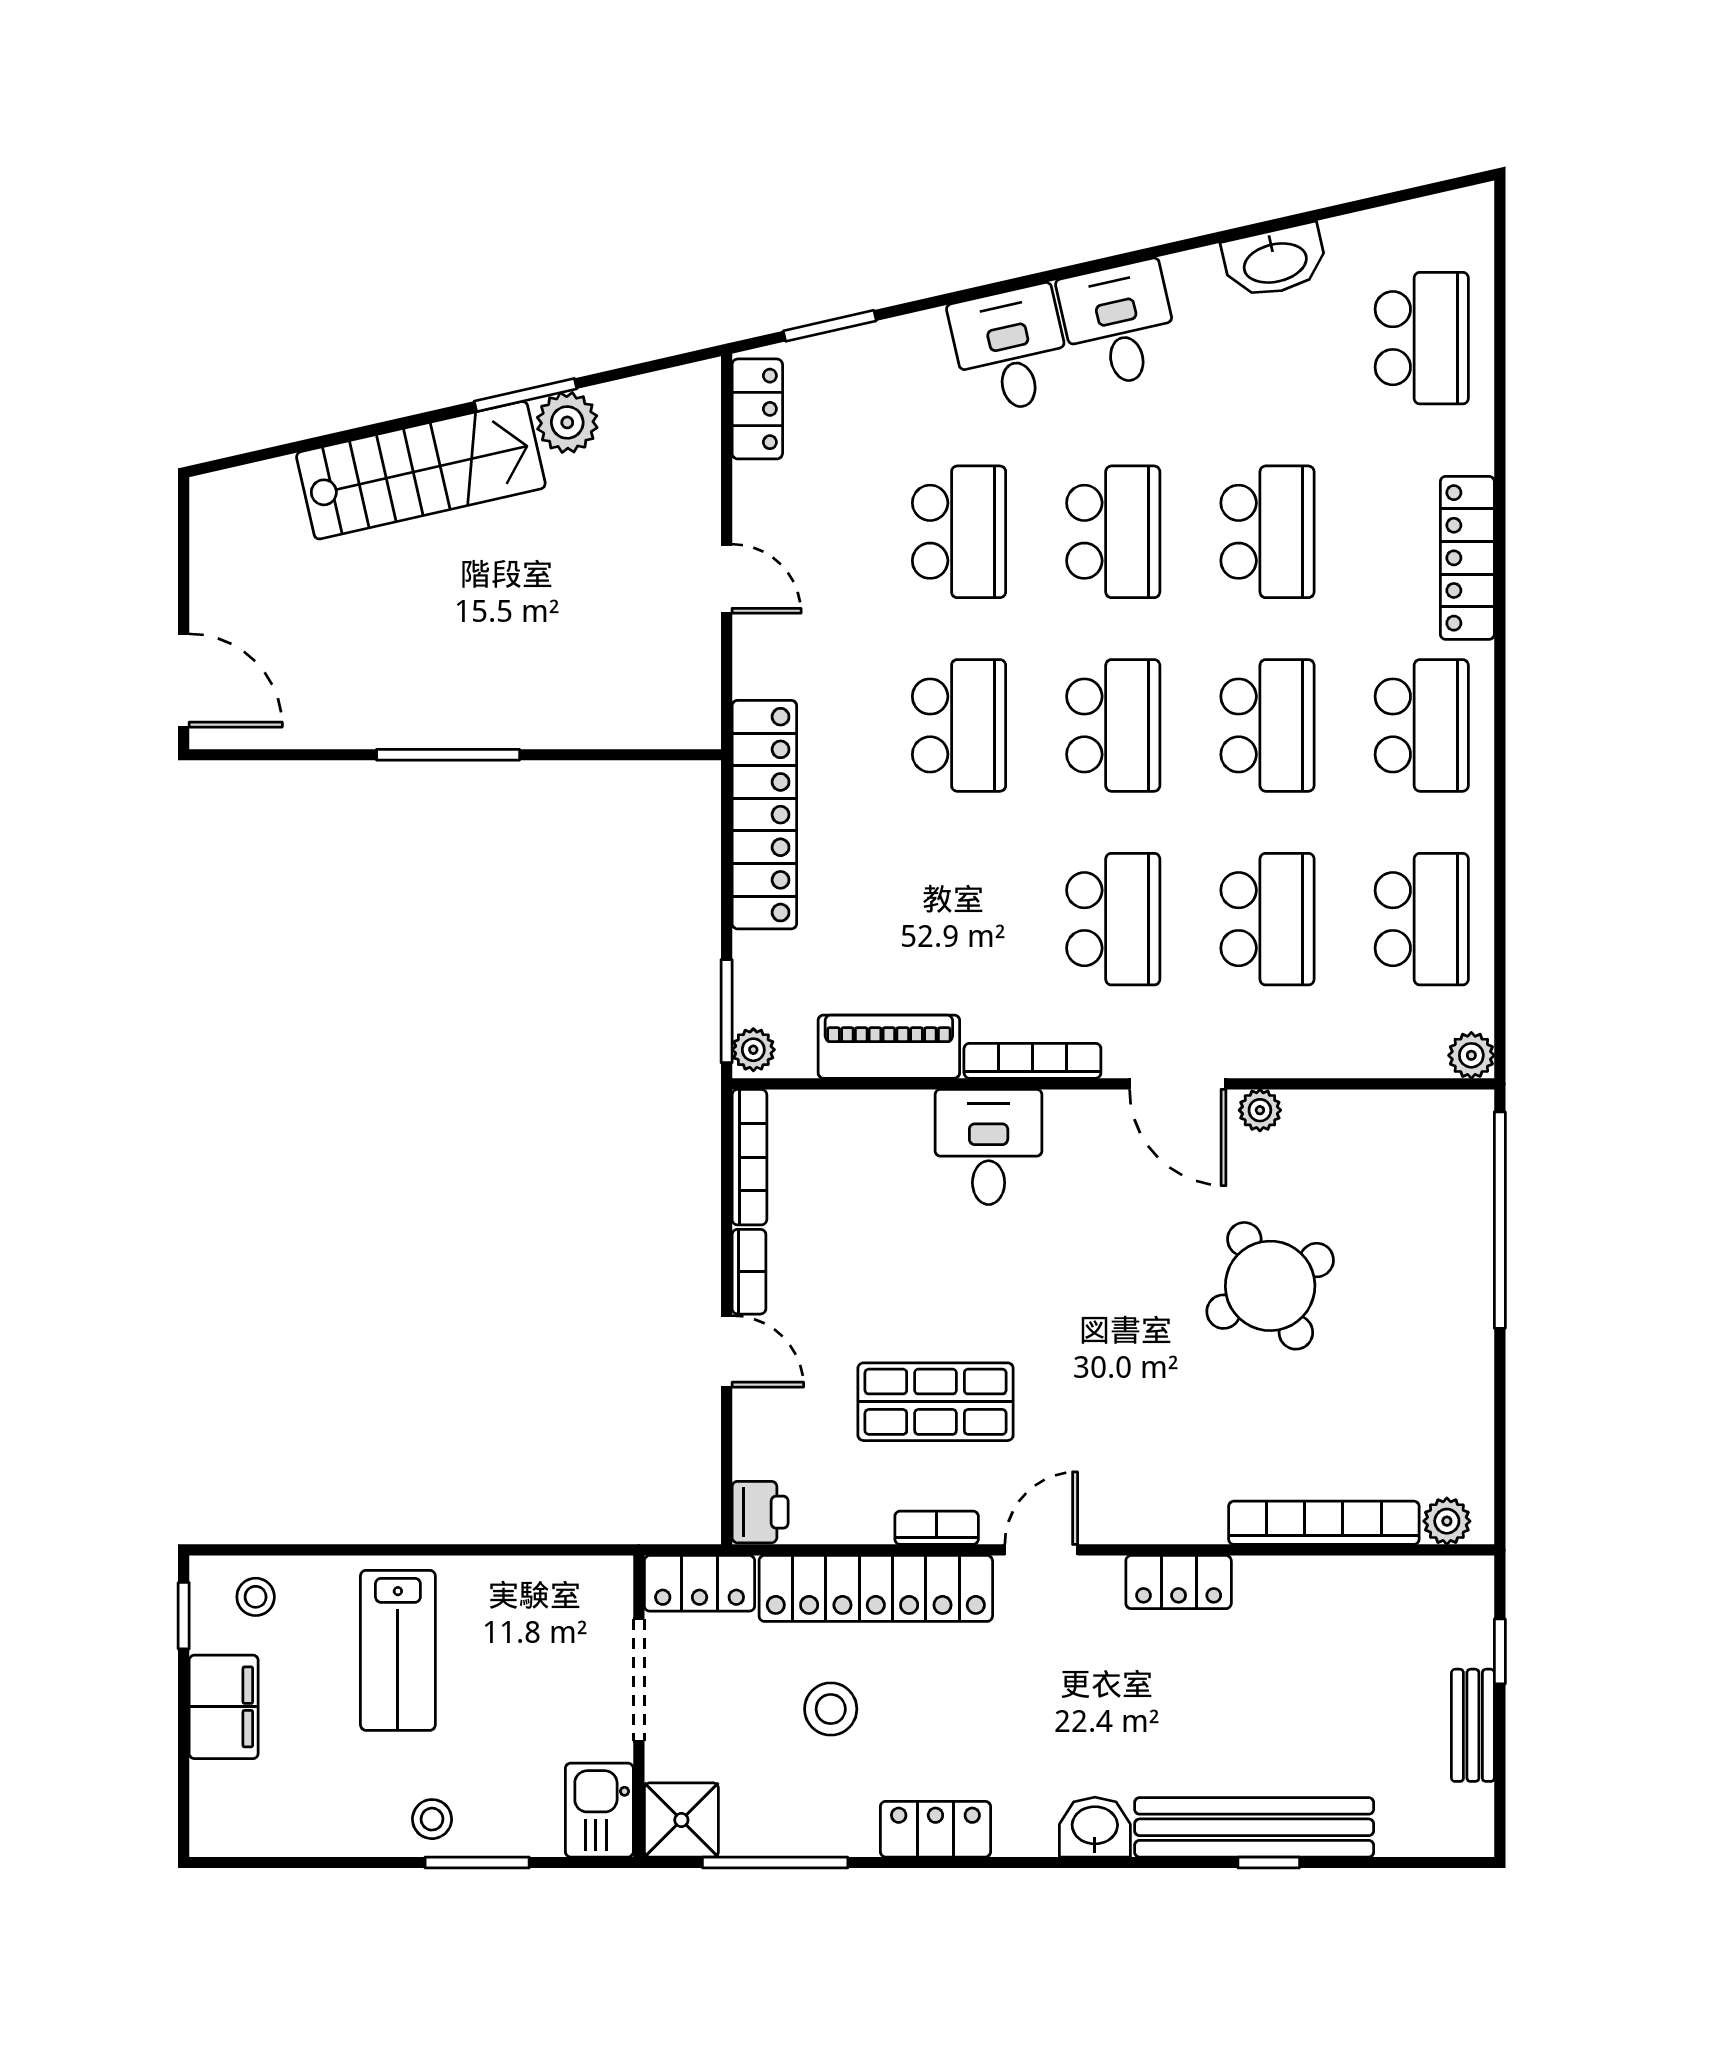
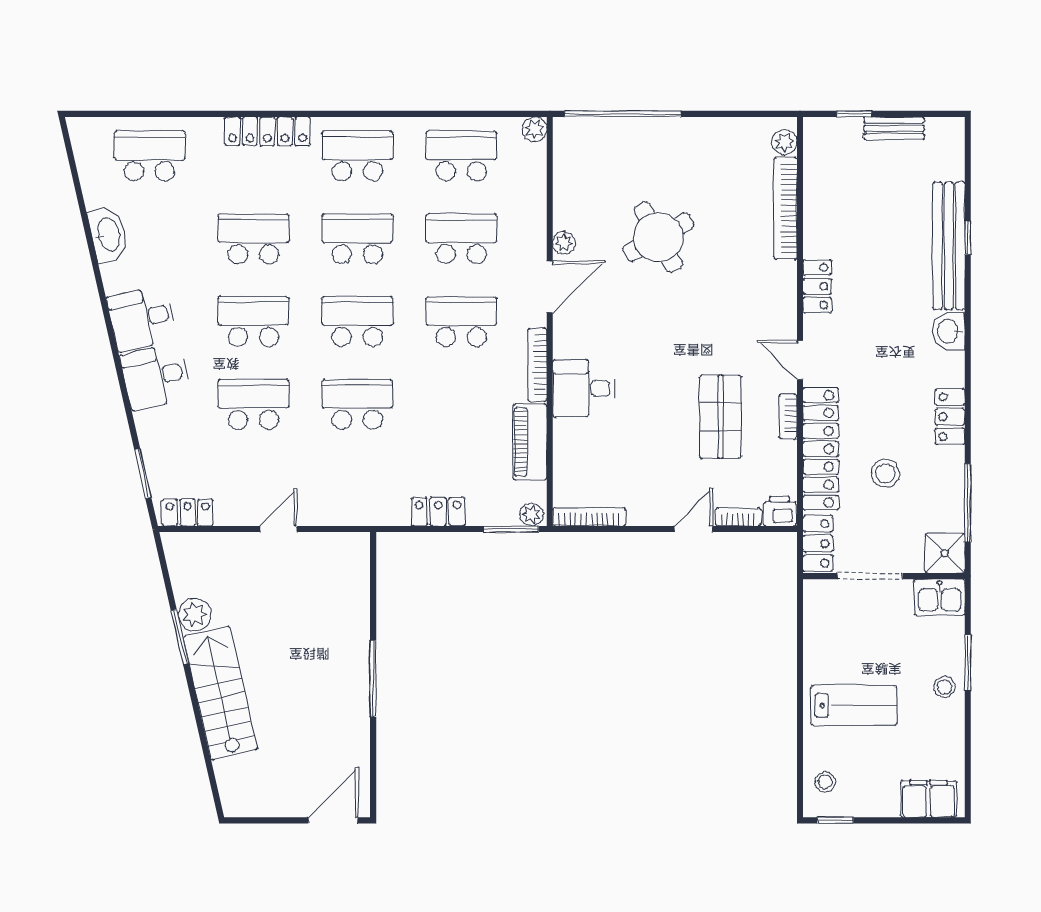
locker: (764, 815) -> (438, 512), width x0.46, depth x0.83
bookcase: (749, 1272) -> (738, 517), moved
filing cabinet: (224, 1707) -> (928, 799), moved

